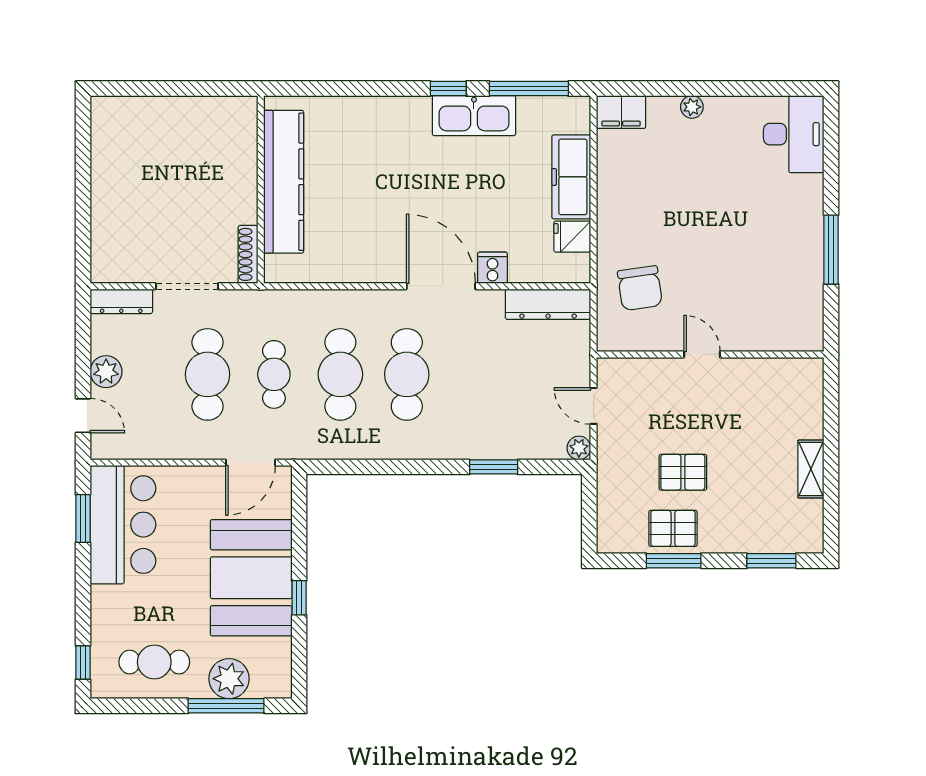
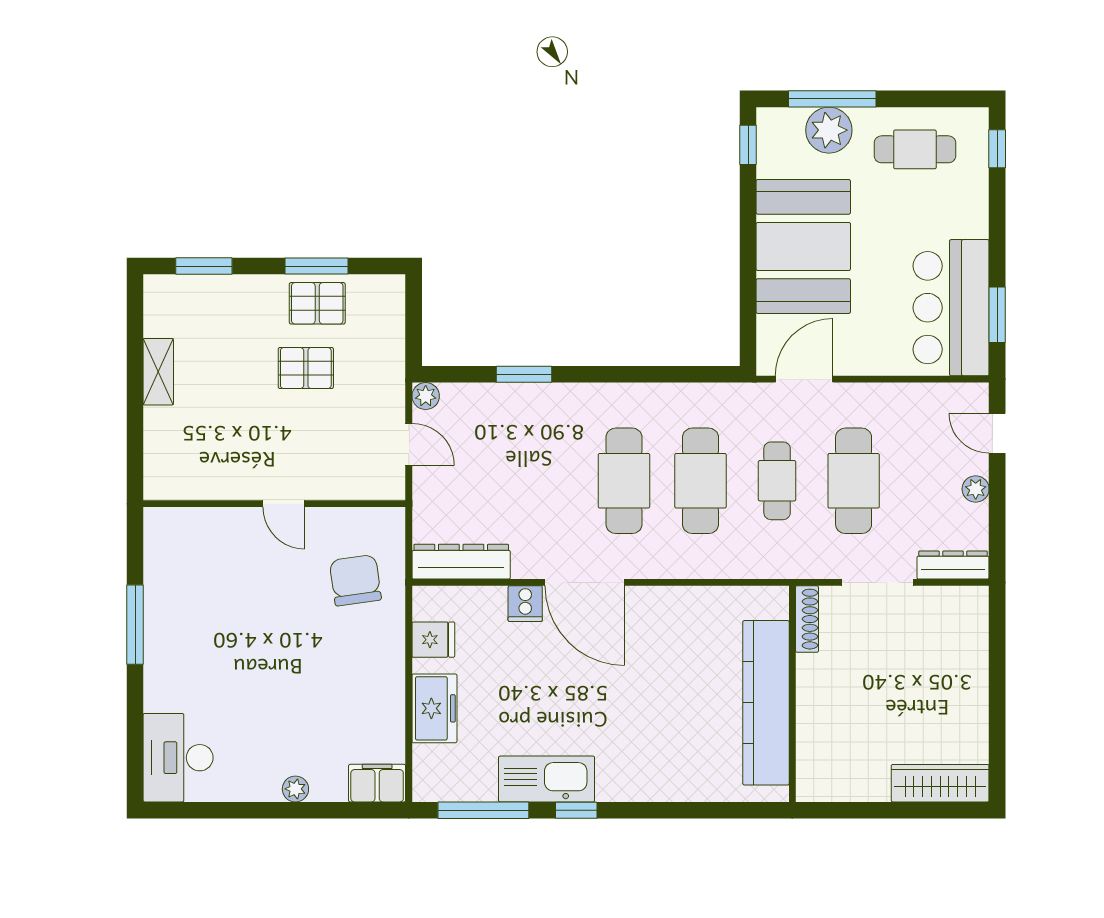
wardrobe: (132, 112) -> (940, 783), added
freezer: (571, 177) -> (434, 708), width x0.71
plant: (106, 372) -> (976, 489), width x0.73, depth x0.73
window: (299, 598) -> (748, 145), moved

